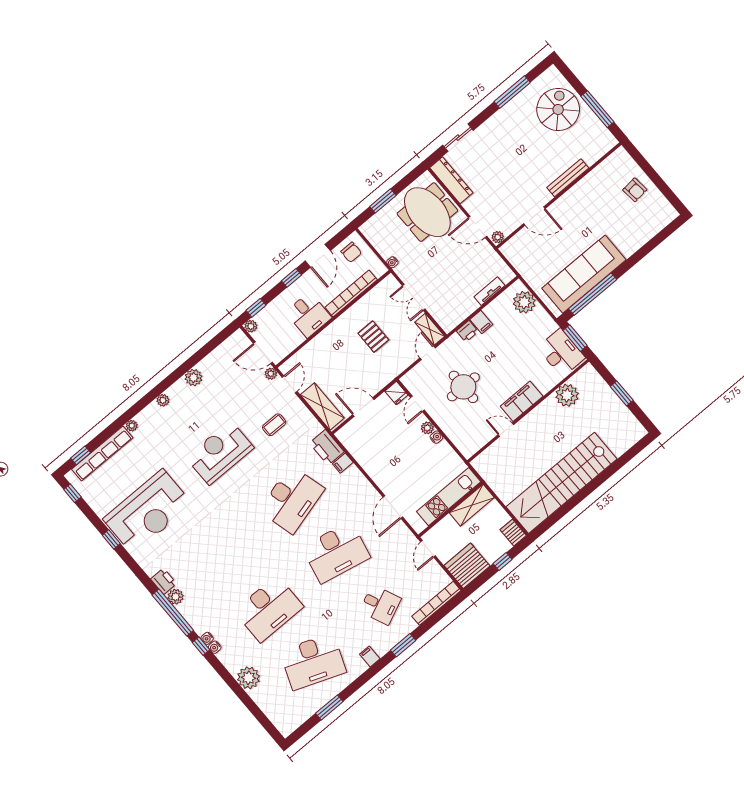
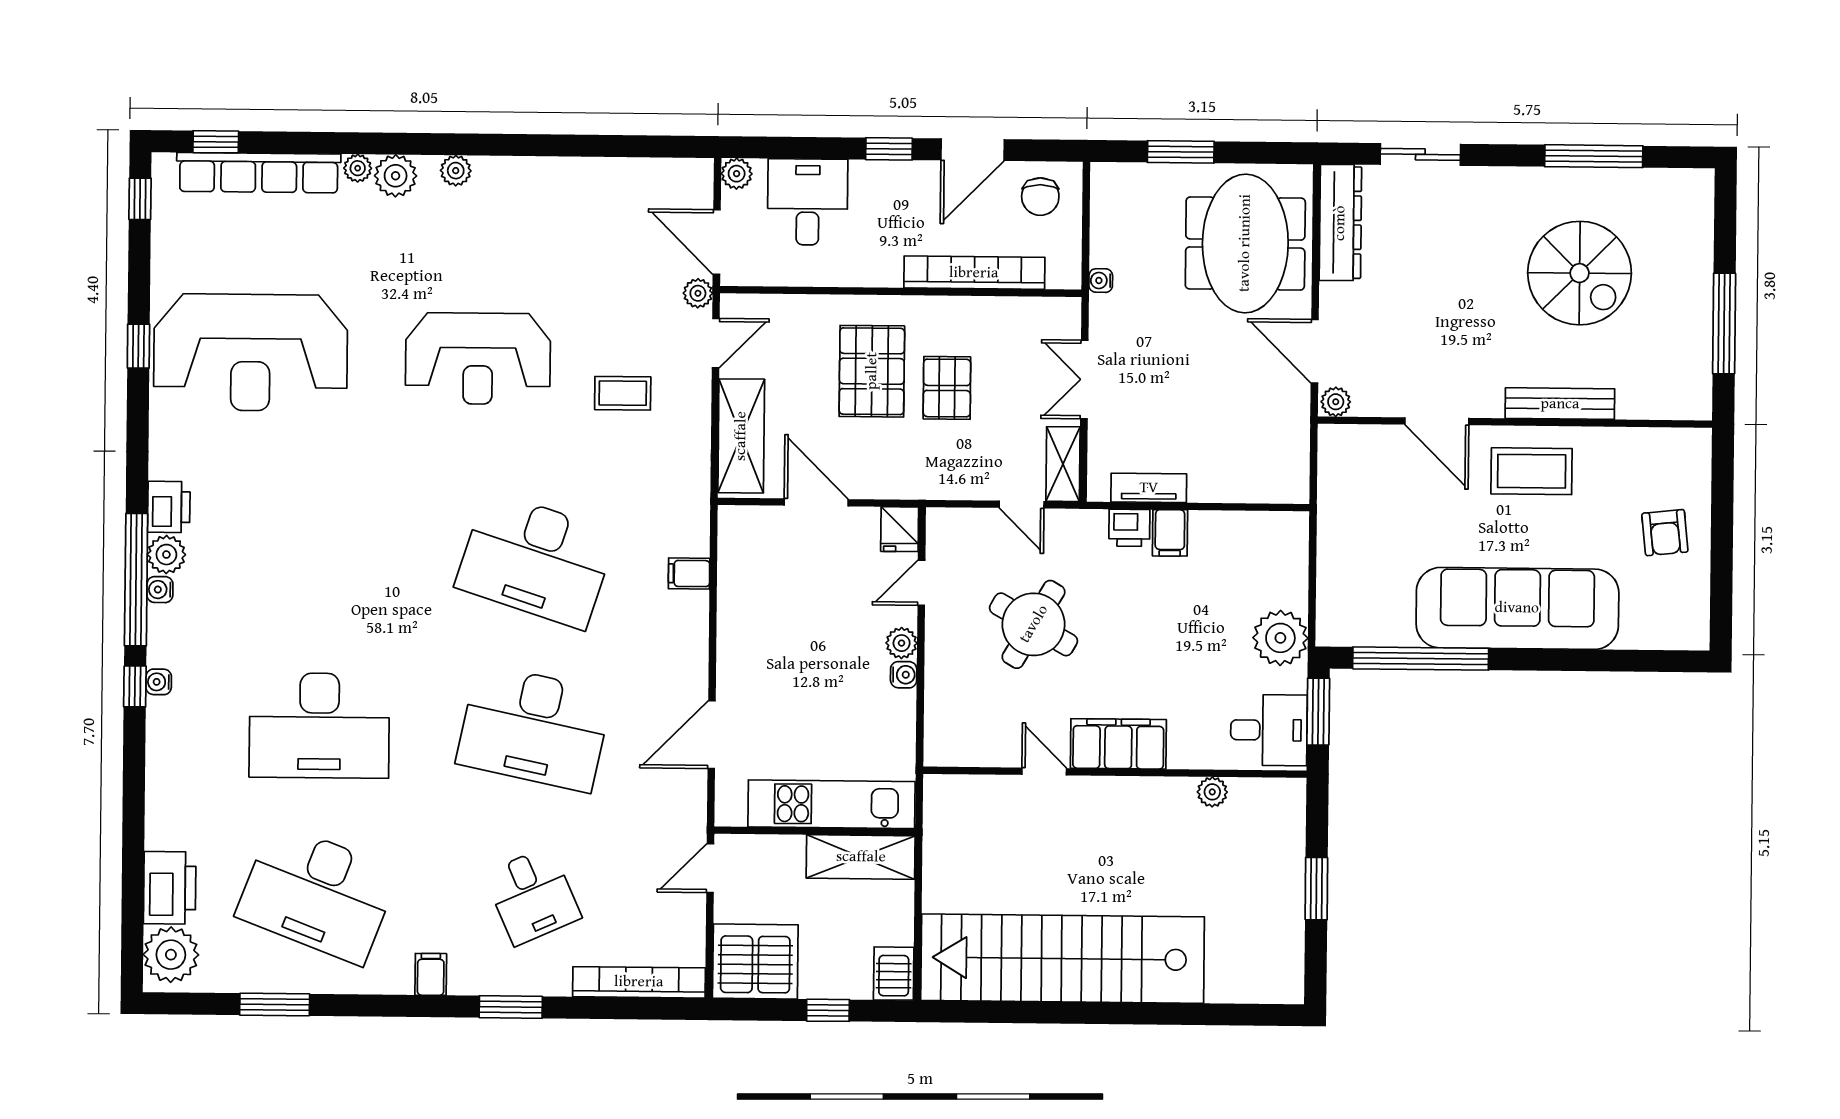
spiral stairs: (558, 109) -> (1580, 273), moved, turned 90
coffee table: (577, 206) -> (1532, 471), added
sofa: (584, 274) -> (1517, 608), moved
tv unit: (489, 291) -> (1149, 488), moved
plant: (524, 302) -> (1280, 638), moved
window: (256, 308) -> (775, 148), removed
desk: (309, 315) -> (808, 202), moved, turned 180
pallet: (346, 351) -> (872, 371), added
door: (428, 353) -> (1022, 505), swing flipped
desk: (561, 353) -> (1269, 730), width x0.73
plant: (193, 378) -> (396, 176), moved
round table: (463, 387) -> (1034, 624), turned 30
plant: (567, 395) -> (1212, 792), width x0.53, depth x0.53
printer: (327, 447) -> (170, 888), moved, turned 180
reception desk: (220, 453) -> (478, 359), turned 180
desk: (292, 500) -> (536, 560), turned 33
water cooler: (215, 647) -> (160, 590), moved
plant: (249, 678) -> (171, 955), moved

